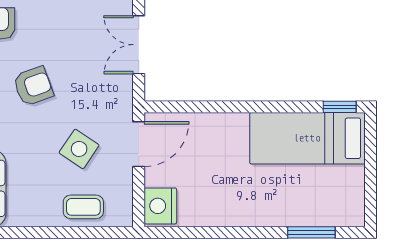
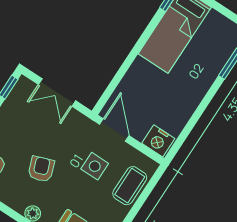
side table: (79, 149) -> (95, 166), turned -34
coffee table: (83, 207) -> (130, 186), width x1.36, depth x1.30

